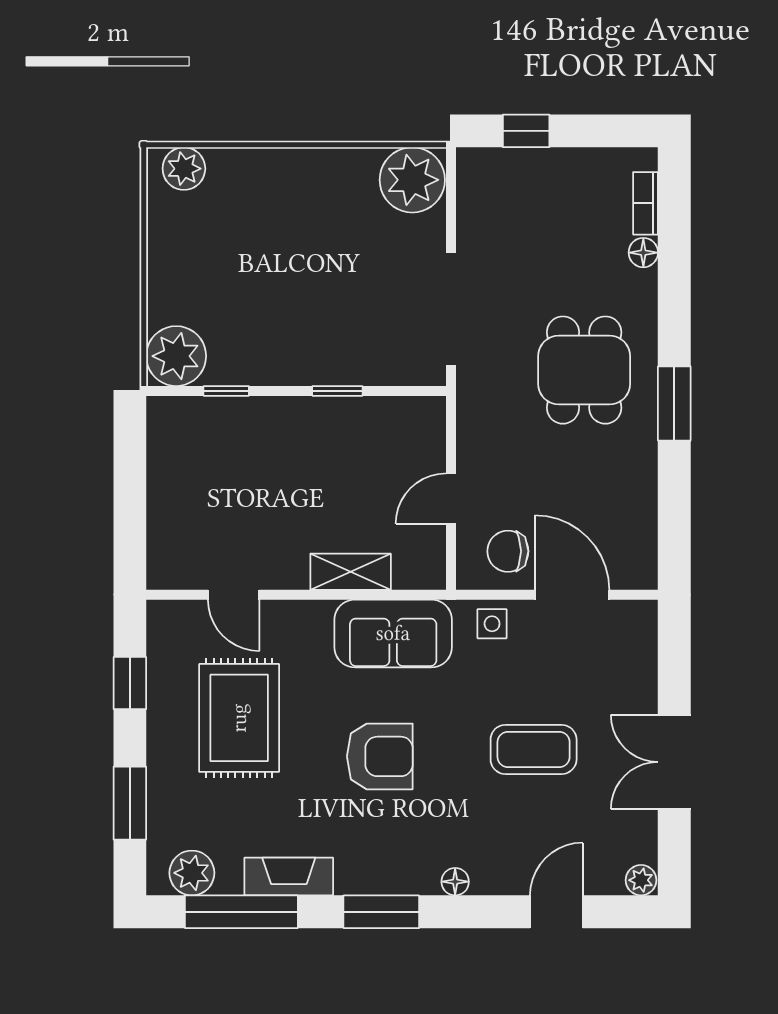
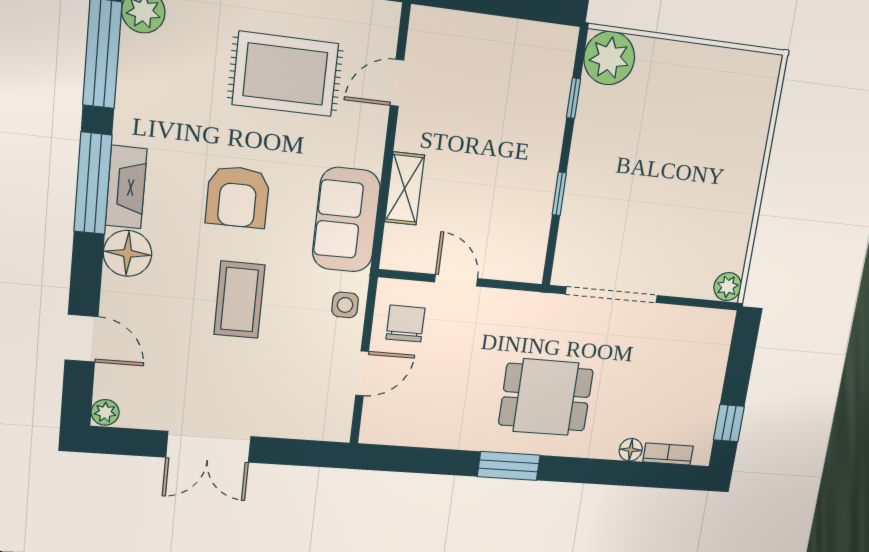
window: (526, 131) -> (729, 423), moved
plant: (184, 169) -> (760, 85), removed
plant: (412, 180) -> (728, 287), width x0.53, depth x0.53
door: (572, 595) -> (362, 373), width x0.73
coffee table: (534, 749) -> (239, 300), moved
double door: (674, 762) -> (209, 447), swing flipped
fireplace: (289, 876) -> (126, 187), moved
floor lamp: (455, 882) -> (127, 253), width x1.89, depth x1.89
window: (381, 912) -> (93, 183), width x1.44

